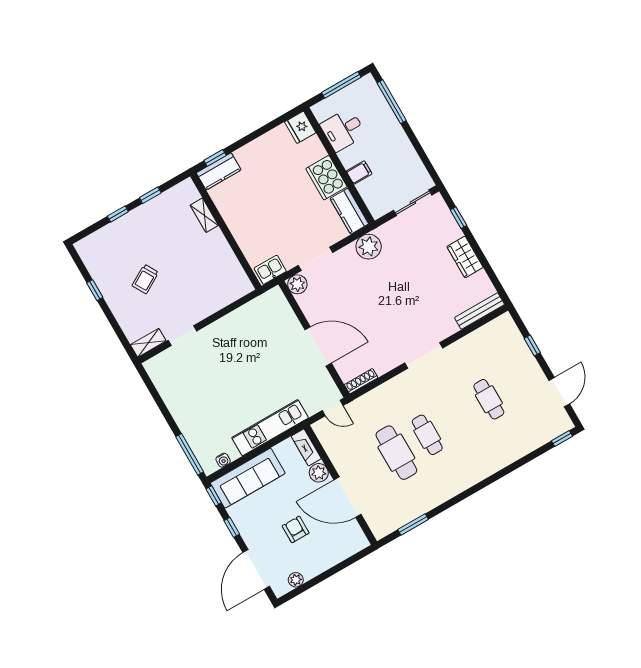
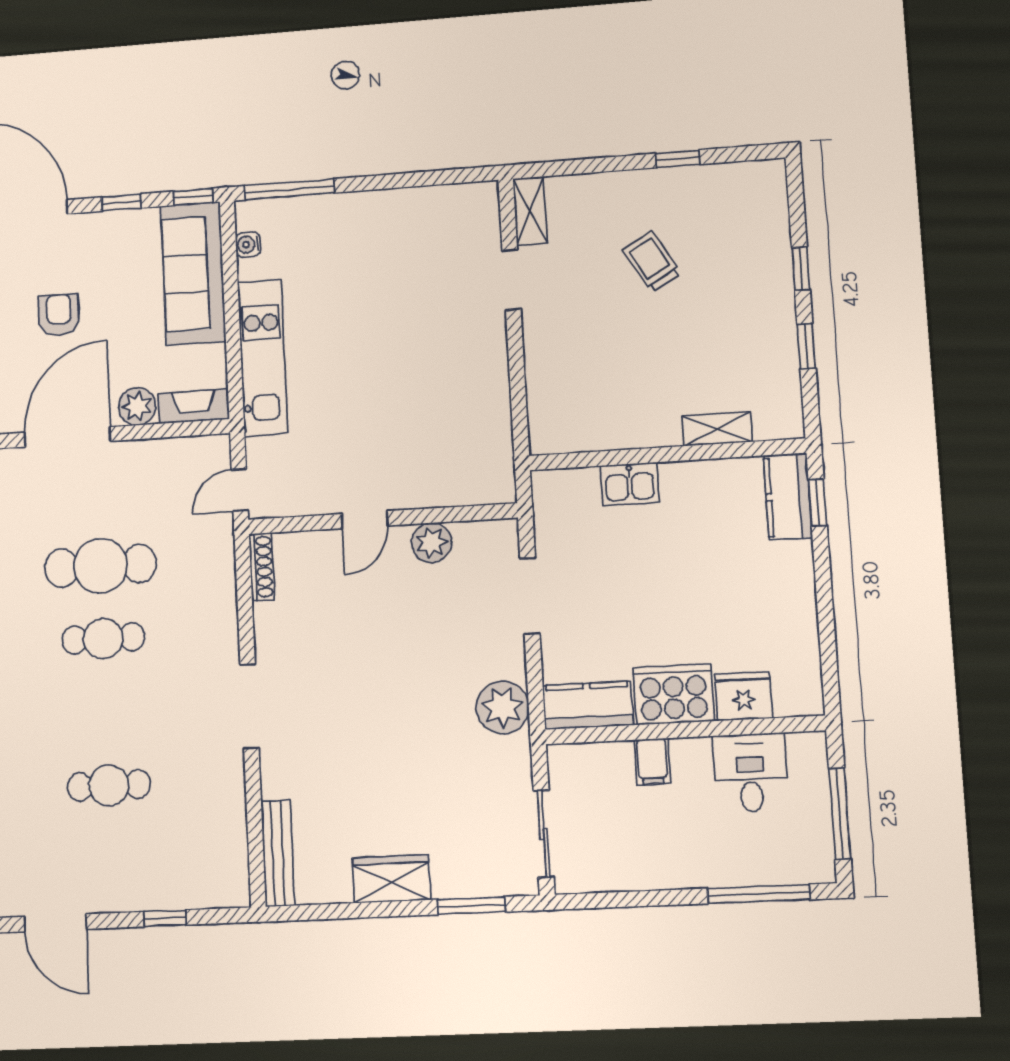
fridge: (300, 127) -> (744, 696), moved
window: (459, 218) -> (471, 906), width x1.50
kitchen sink: (270, 270) -> (630, 484), moved, turned 90
plant: (297, 284) -> (432, 543), moved
door: (318, 346) -> (365, 520), width x0.53
armchair: (296, 529) -> (59, 315), turned -90

